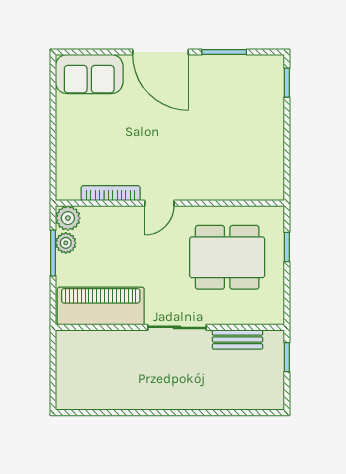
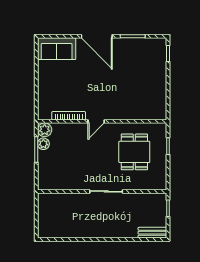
dining table: (227, 257) -> (134, 152), width x0.73
piano: (101, 306) -> (63, 179), removed
bench: (238, 339) -> (152, 233), moved

